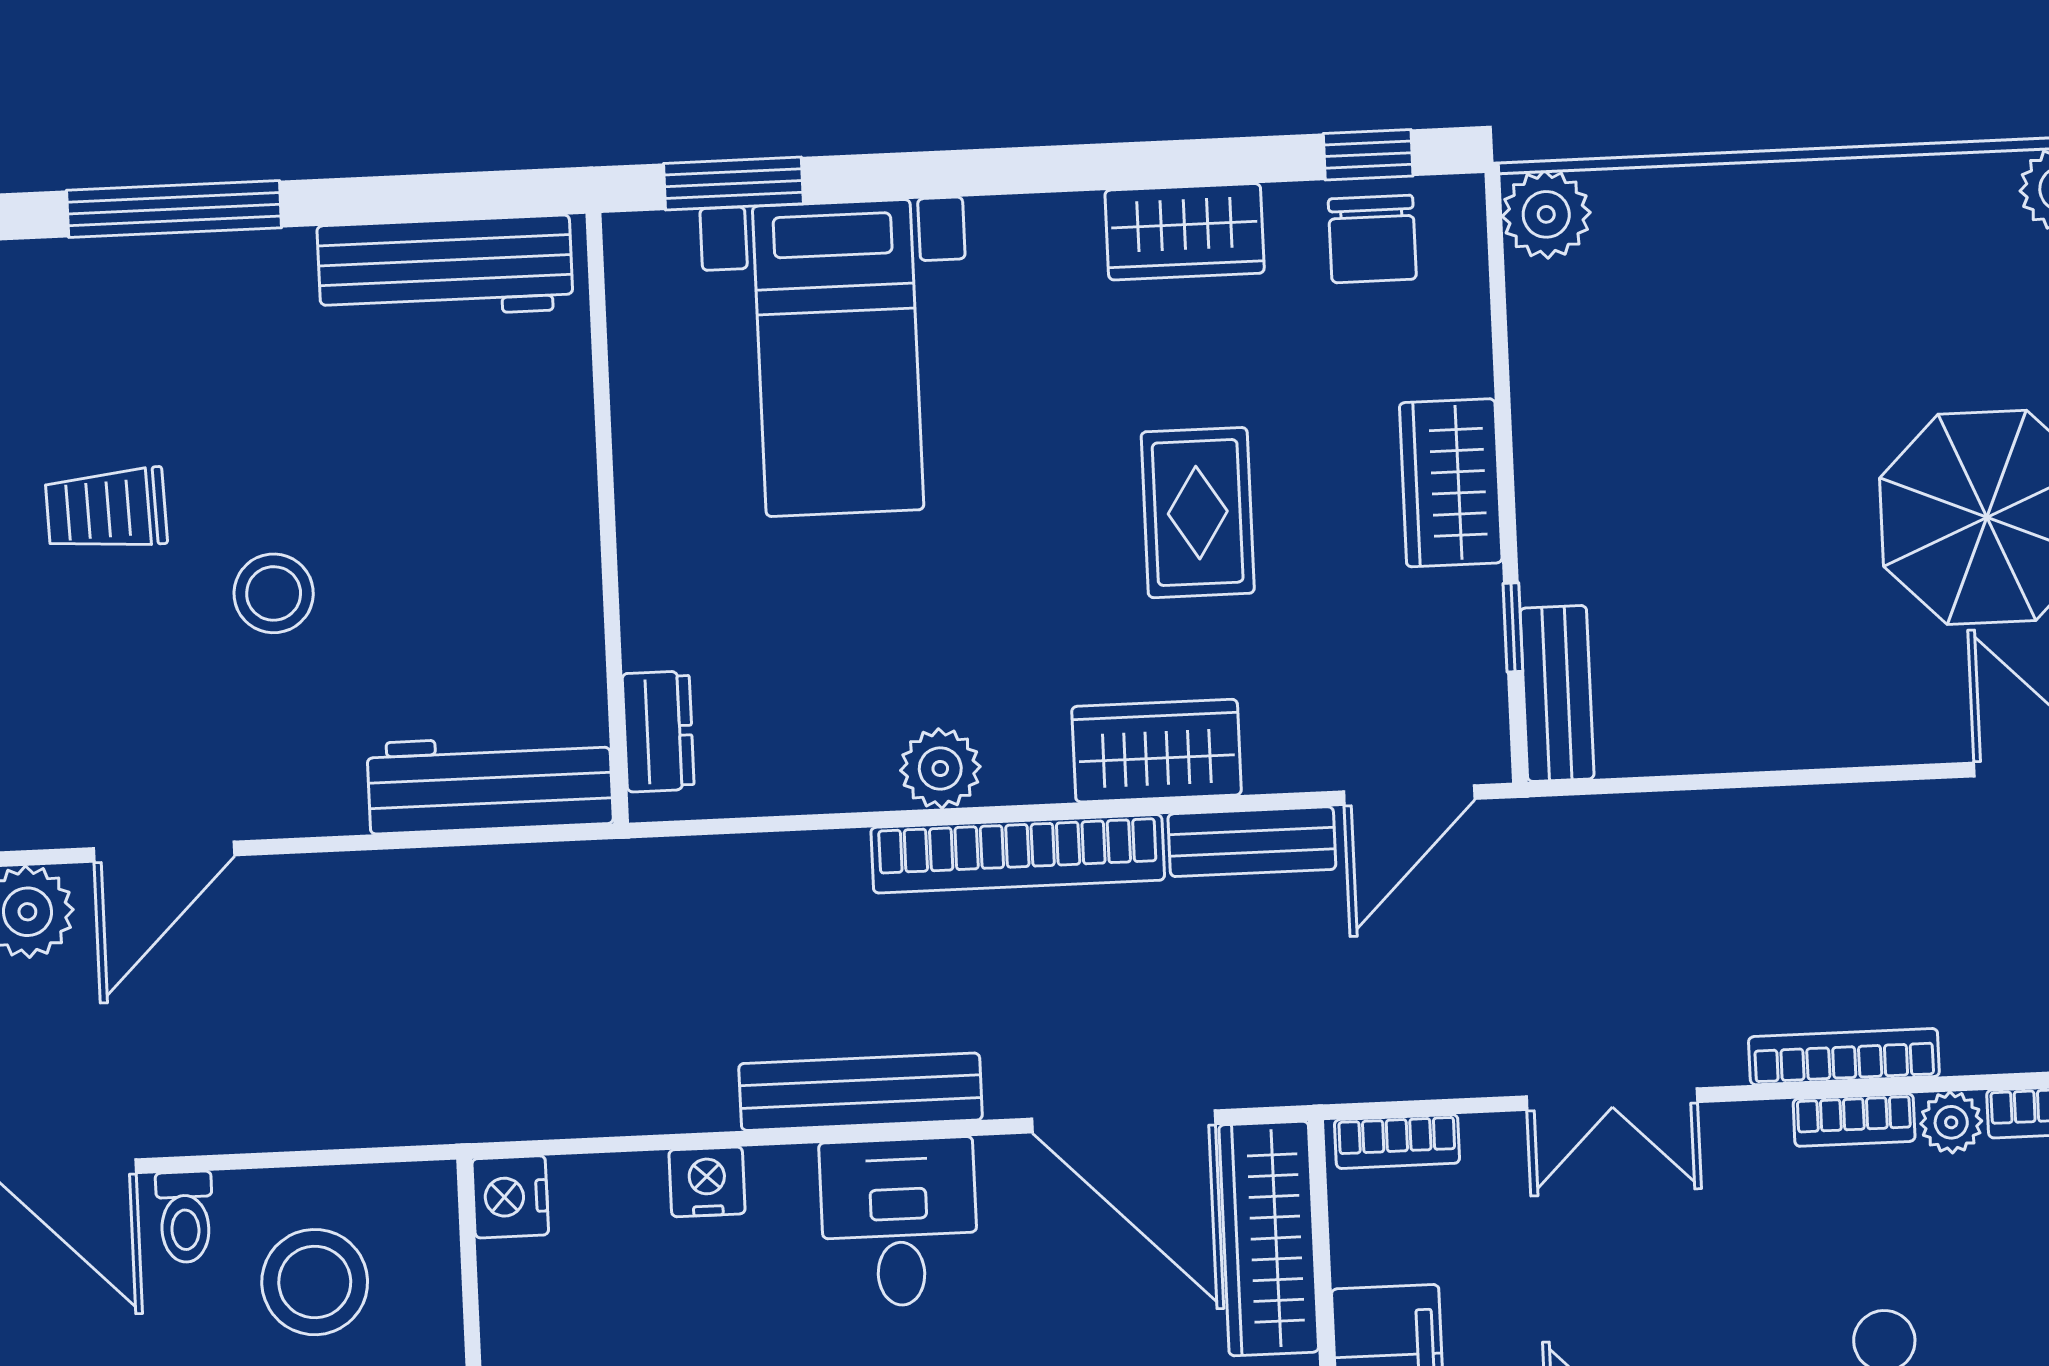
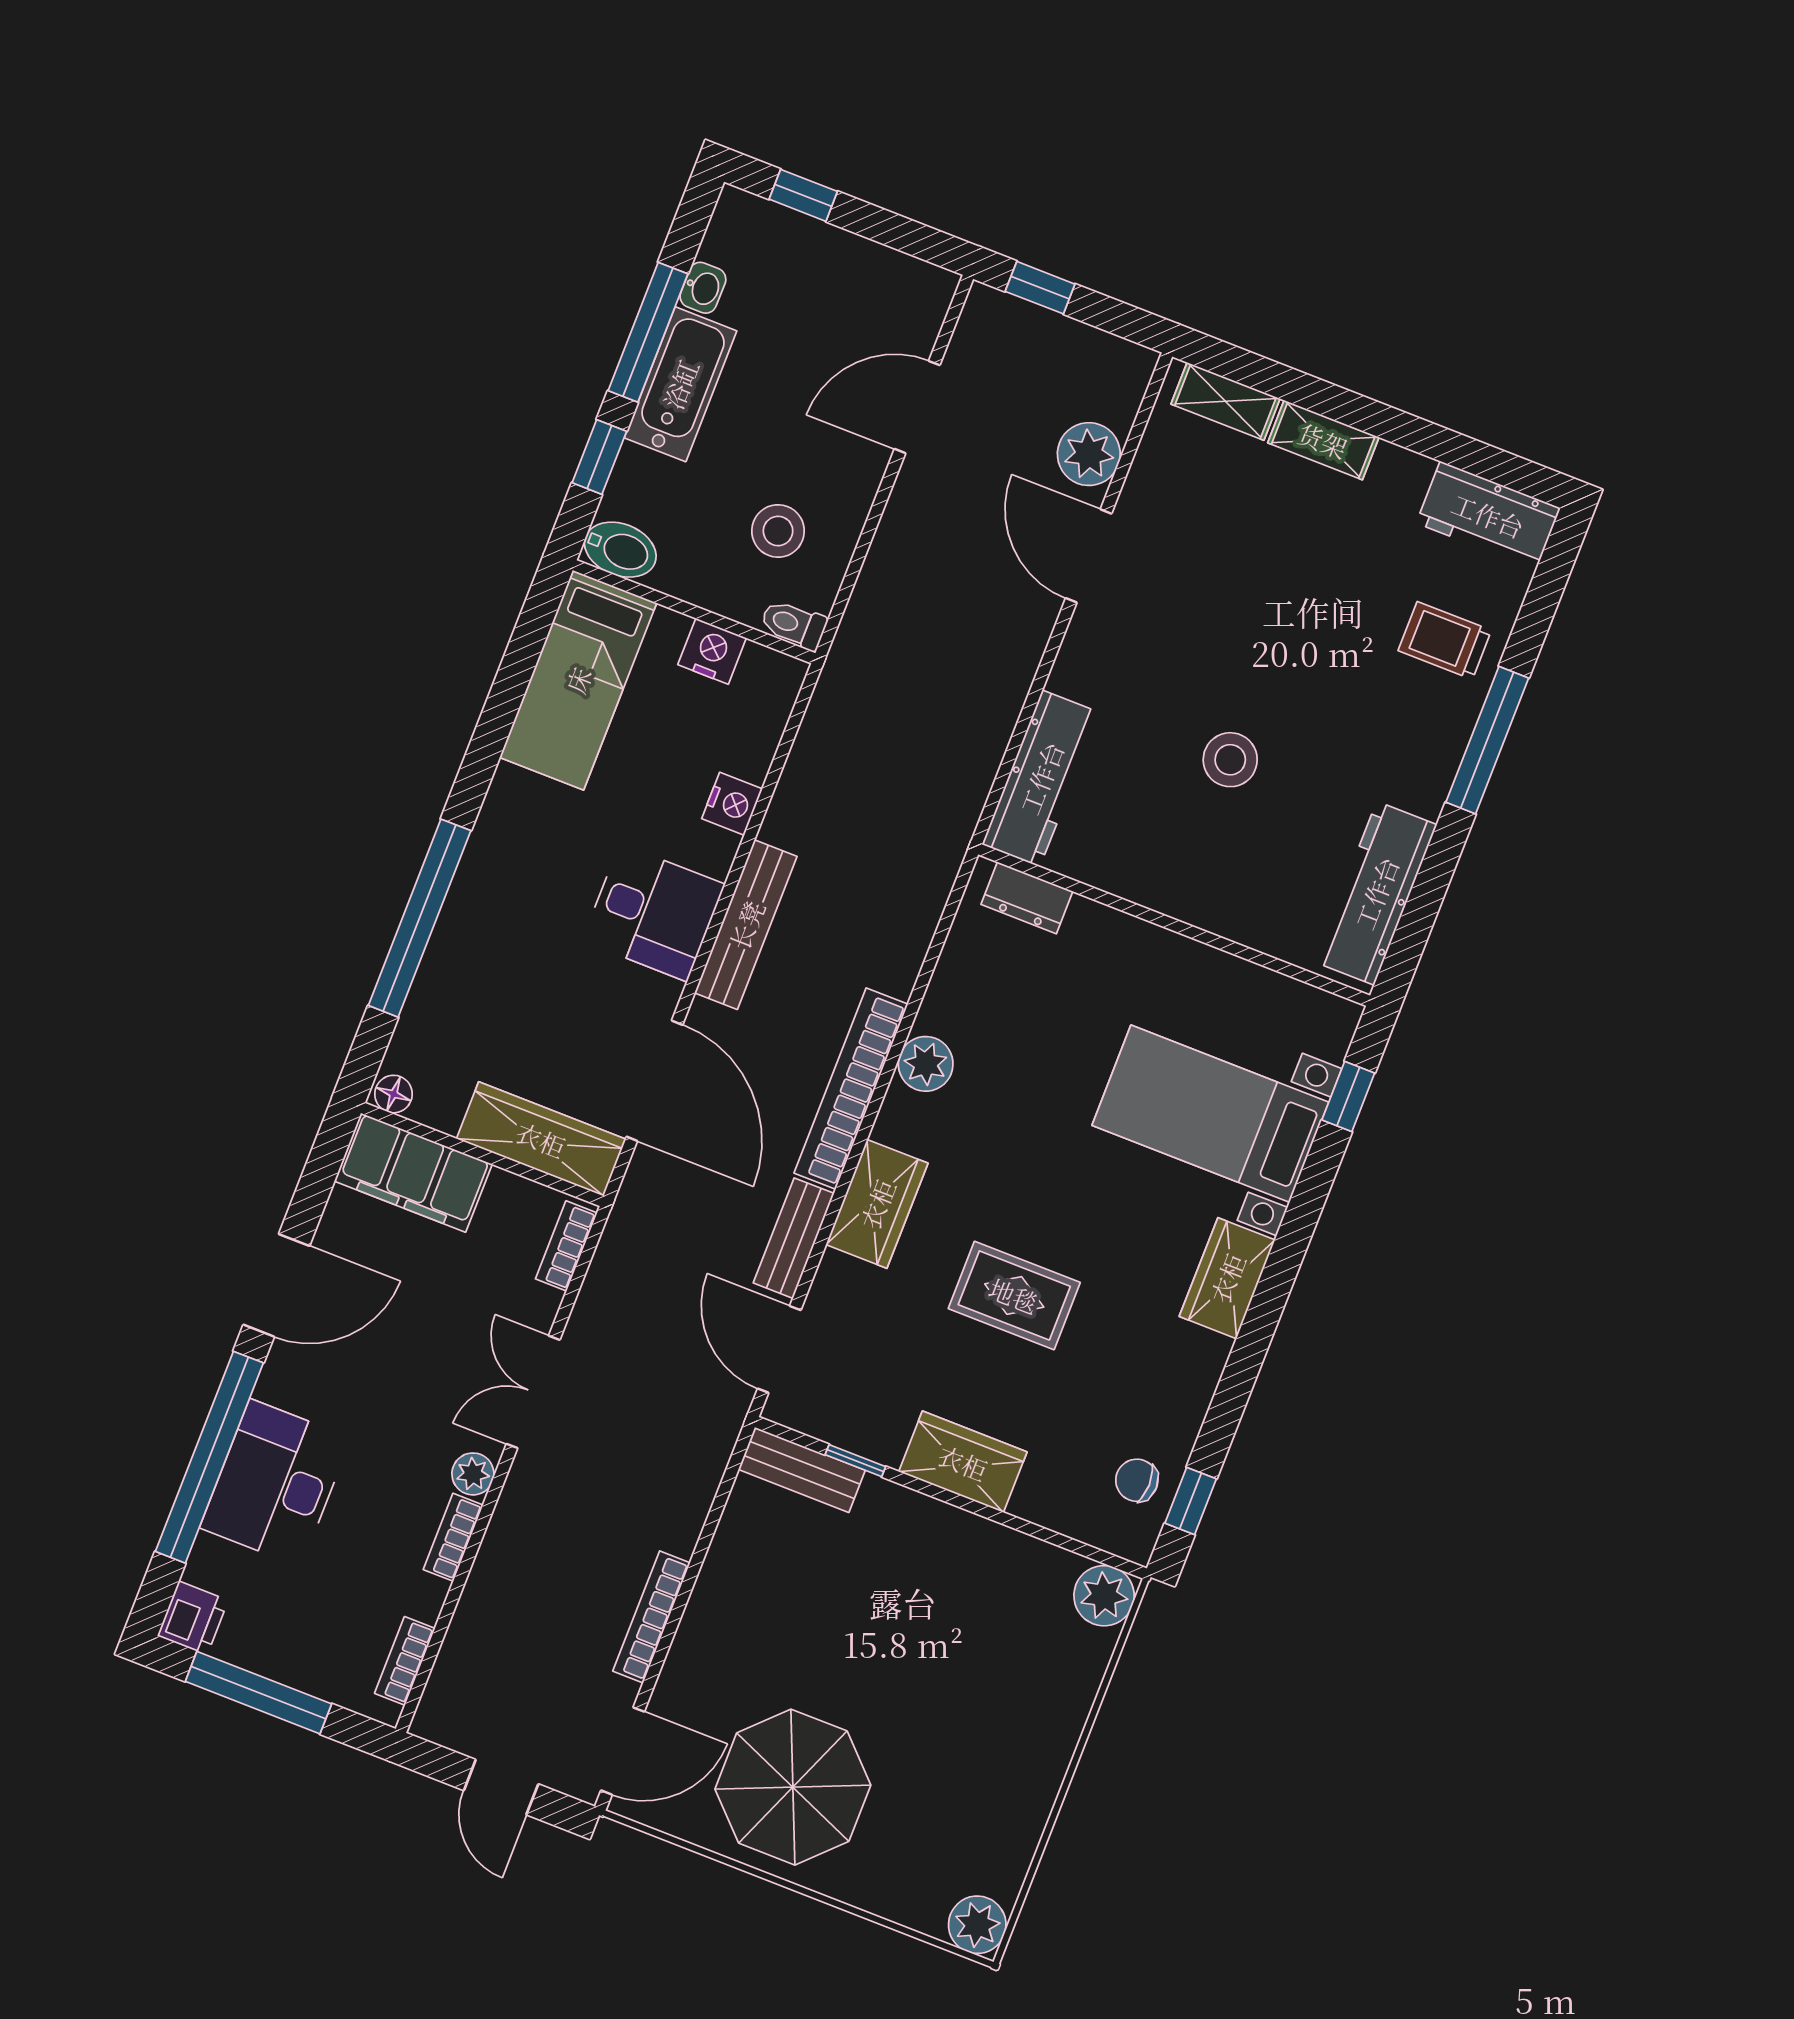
window: (733, 184) -> (1348, 1097), width x0.67
wardrobe: (1185, 232) -> (1227, 1278), moved
chair: (1372, 239) -> (1137, 1480), width x0.73, depth x0.73
trolley: (106, 509) -> (1445, 640), moved, turned -88
stool: (274, 593) -> (1230, 760), moved
bookcase: (1844, 1057) -> (651, 1617), moved, turned 180
door: (1124, 1121) -> (654, 1081), swing flipped
plant: (1951, 1122) -> (473, 1474), moved
nightstand: (510, 1197) -> (712, 651), moved
toilet: (185, 1217) -> (794, 624), moved
stool: (315, 1282) -> (778, 531), width x0.73, depth x0.73

